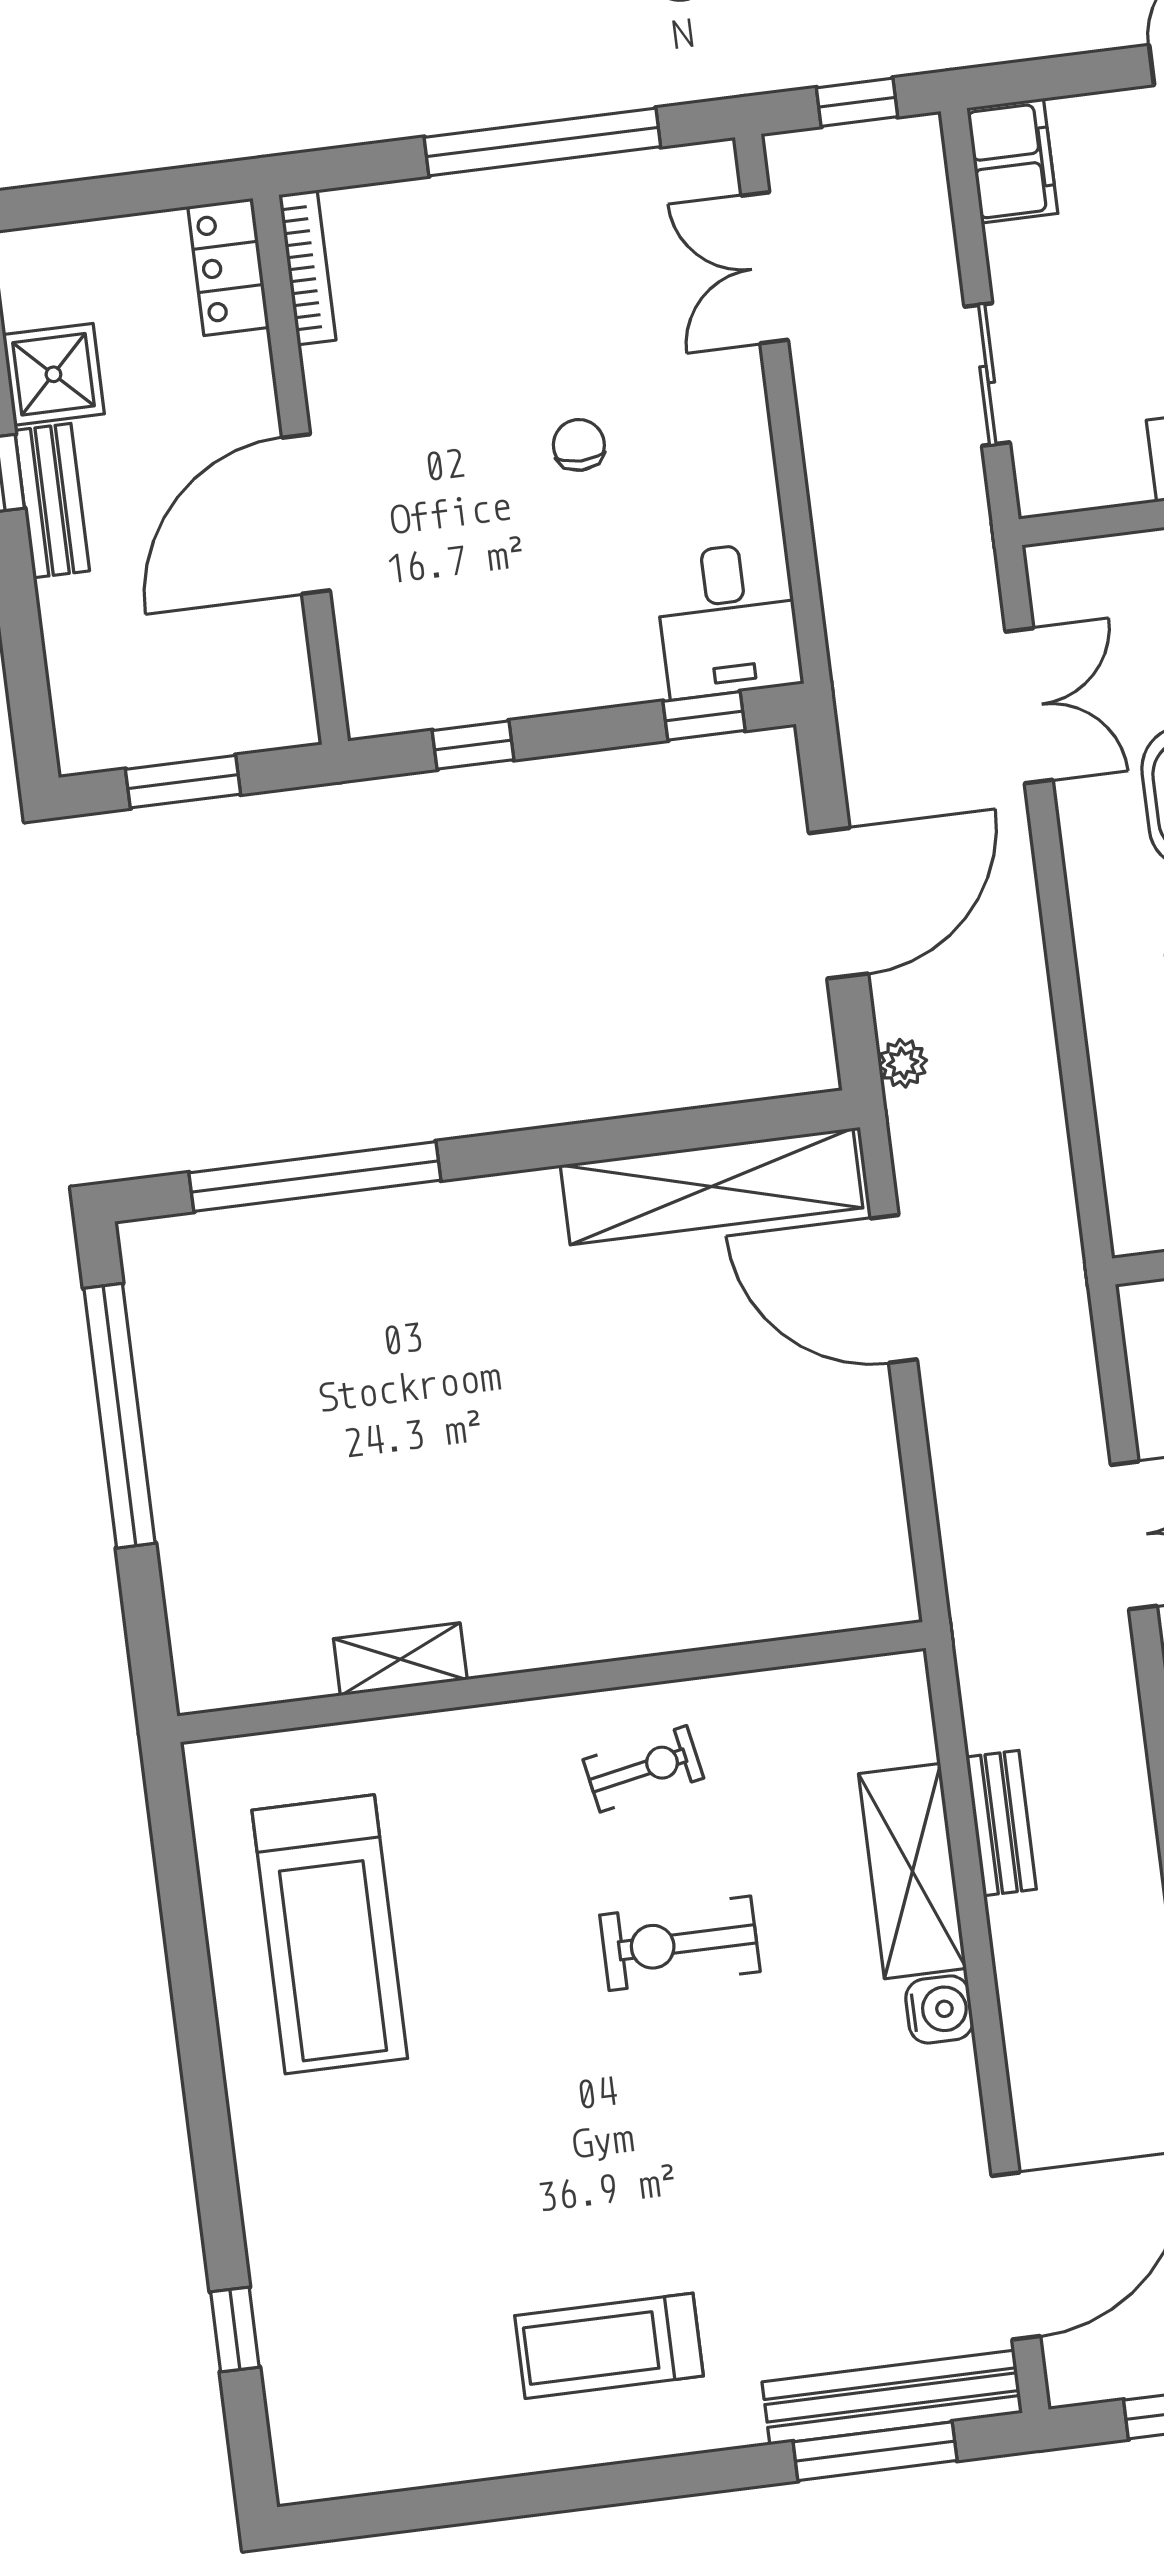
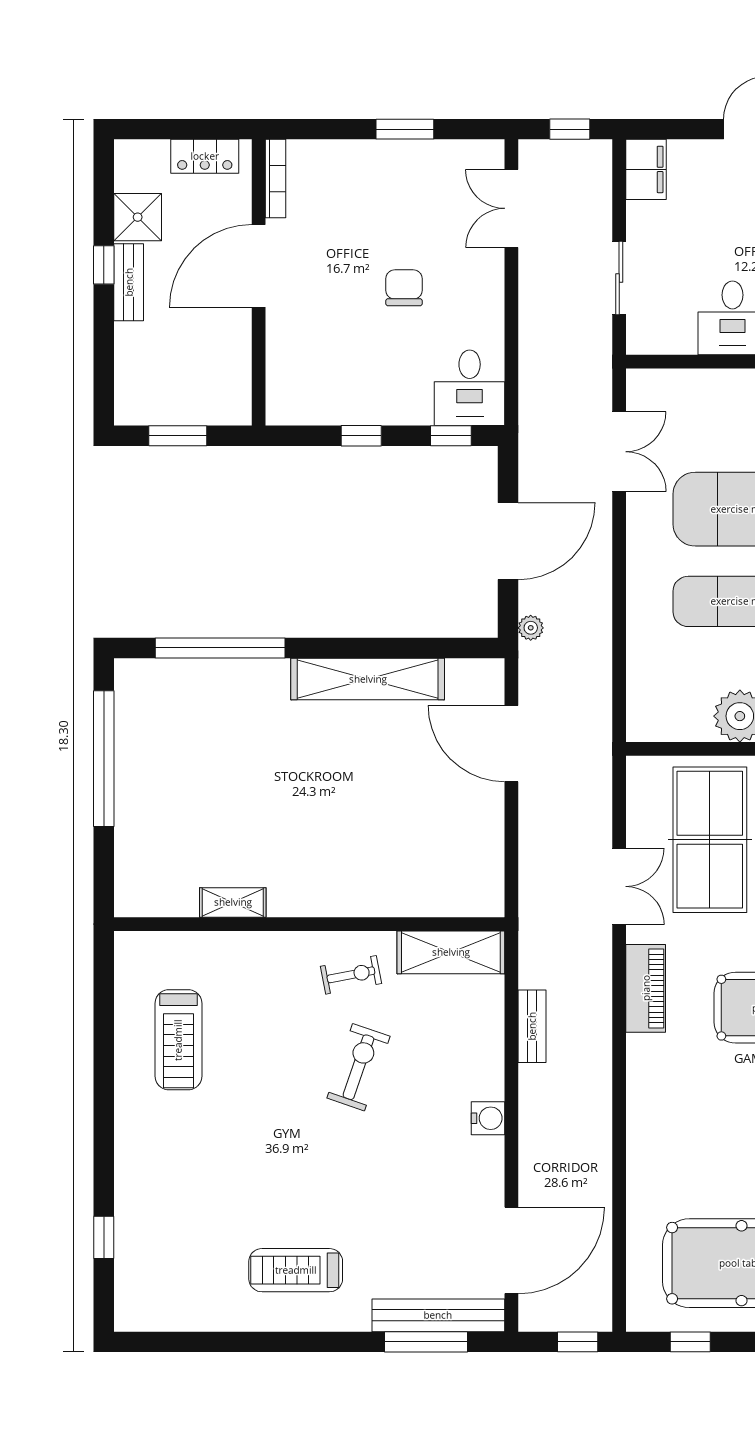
window: (542, 142) -> (405, 129), width x0.47
locker: (228, 267) -> (205, 156), moved, turned -90
chair: (579, 445) -> (404, 288), width x1.37, depth x1.37
door: (306, 514) -> (259, 266), moved
window: (473, 745) -> (361, 436), moved
shelving: (711, 1187) -> (368, 679), moved
shelving: (912, 1871) -> (451, 952), moved, turned 90
treadmill: (330, 1934) -> (178, 1040), width x0.73, depth x0.73
exercise bike: (680, 1943) -> (358, 1067), turned 109

